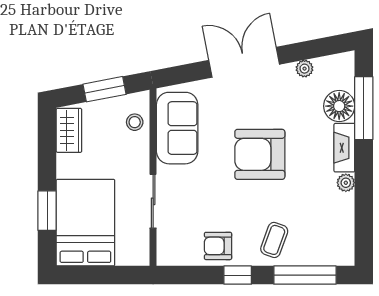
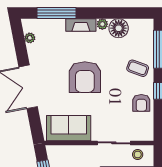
plant: (305, 69) -> (30, 38), moved
floor lamp: (339, 106) -> (119, 28), moved
stool: (135, 122) -> (138, 154), moved

